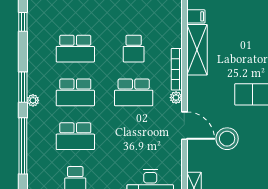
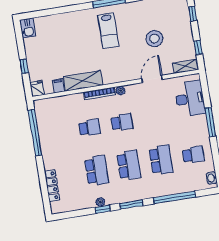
window: (23, 22) -> (103, 209), moved
school desk: (134, 92) -> (122, 122), width x0.54
plant: (33, 100) -> (100, 202), moved
door: (184, 126) -> (152, 79), moved
stool: (227, 139) -> (154, 39), moved

